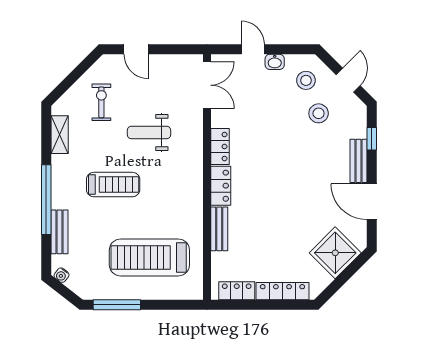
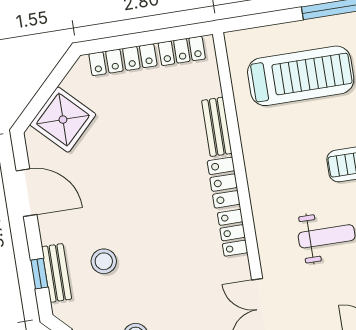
stool: (319, 113) -> (104, 261), moved
bench: (358, 161) -> (57, 273), moved

